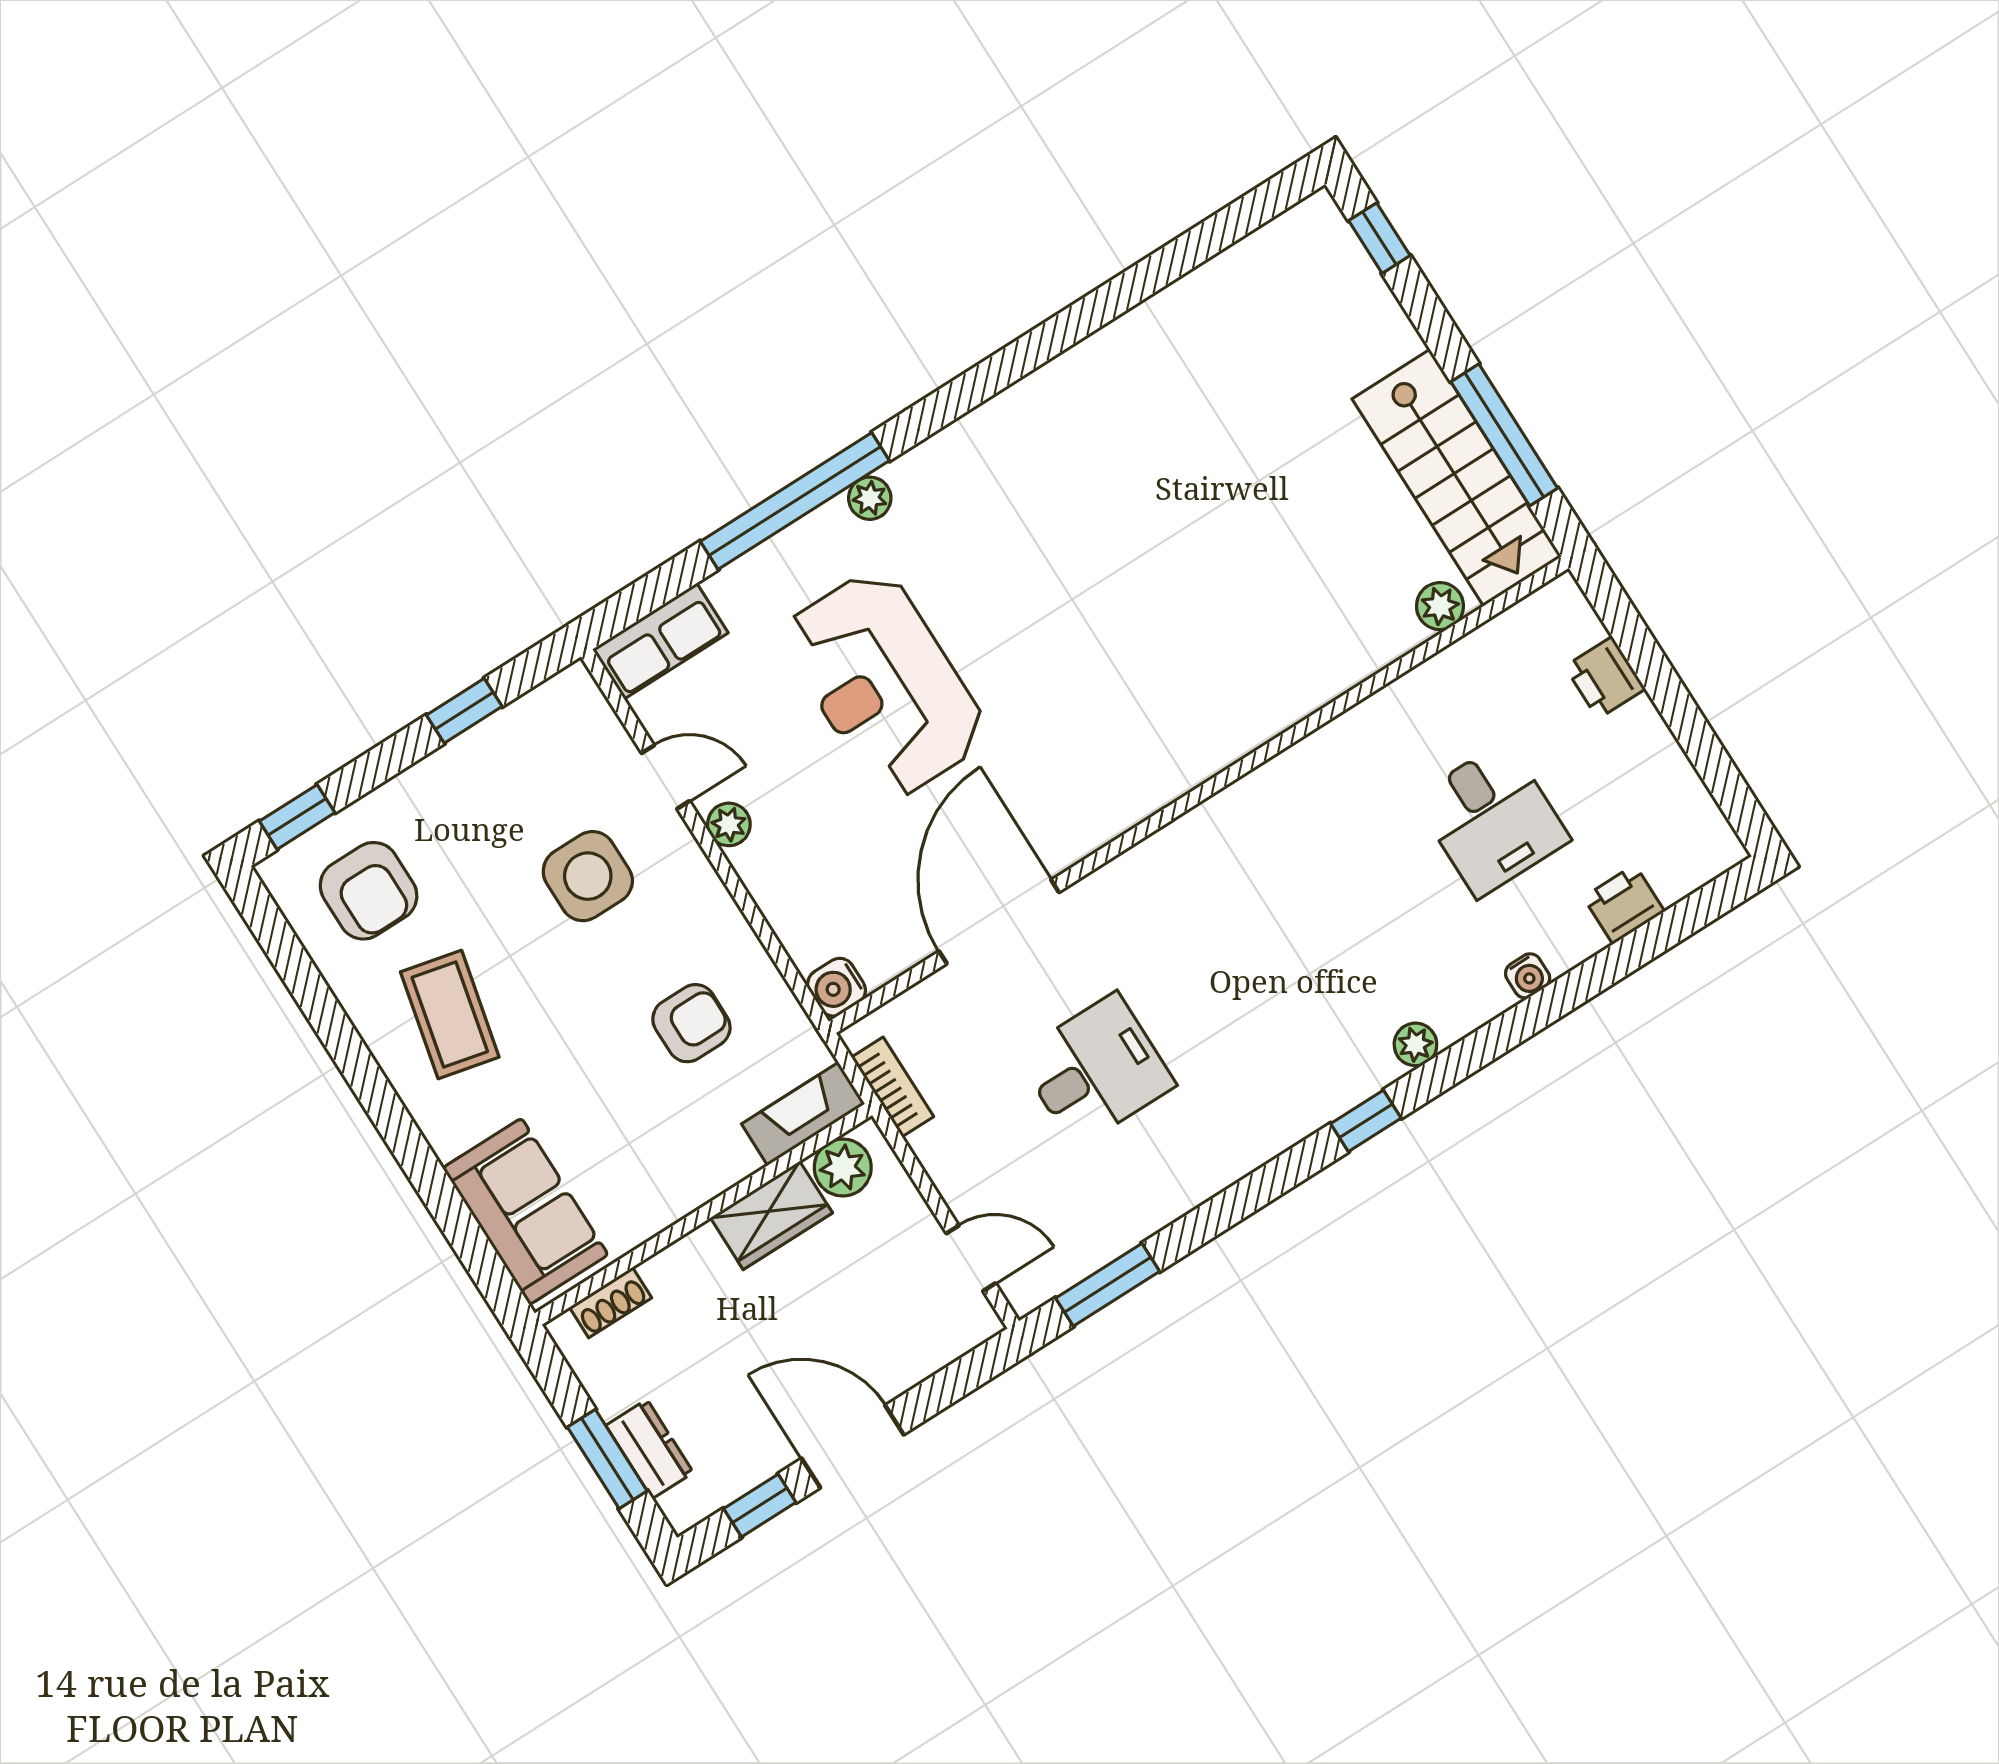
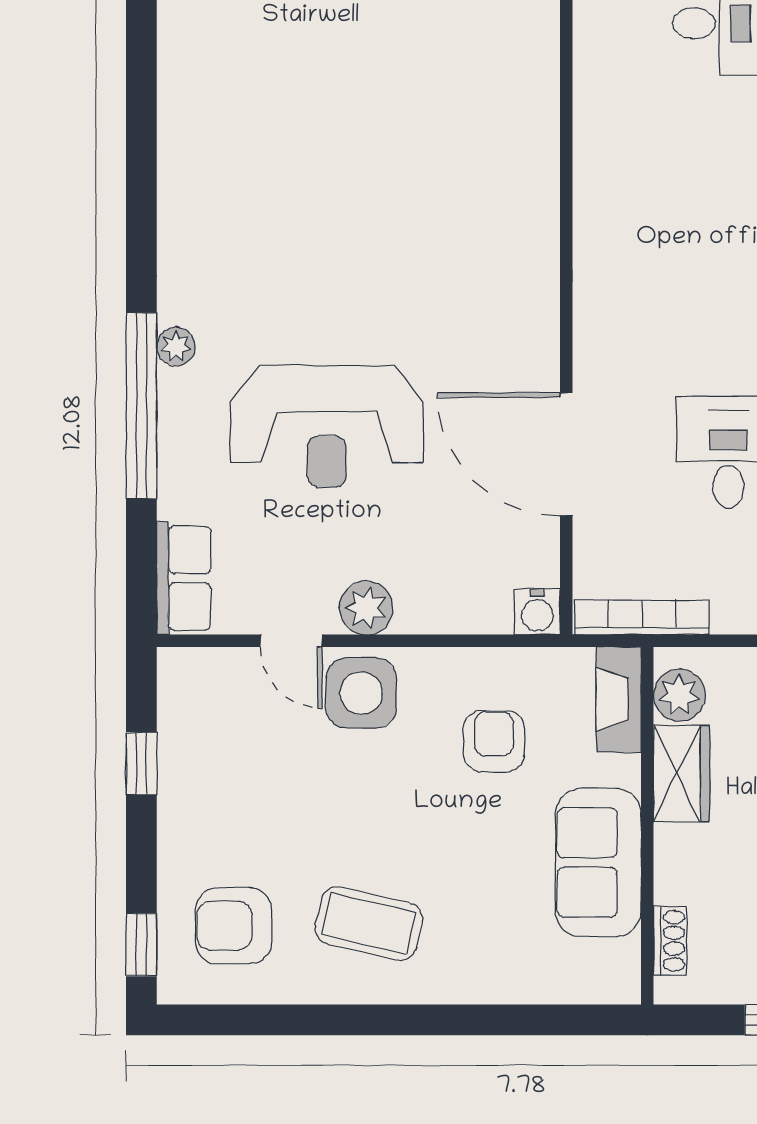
door: (666, 777) -> (291, 641), swing flipped
plant: (729, 824) -> (366, 608), width x1.38, depth x1.38
side table: (588, 876) -> (361, 693), moved
armchair: (369, 891) -> (233, 926), turned 180
bookcase: (893, 1087) -> (642, 617), width x1.56
sofa: (525, 1211) -> (598, 862), moved, turned -90

